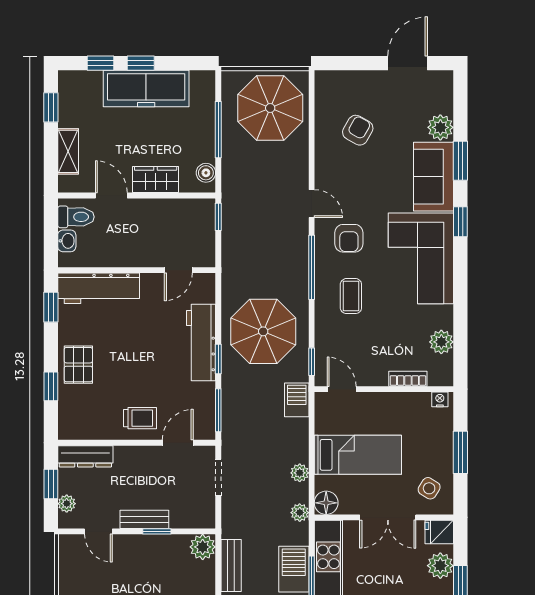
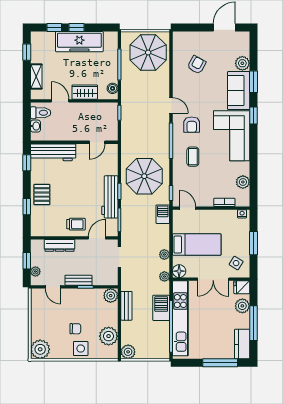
workbench: (201, 342) -> (110, 197), moved
dresser: (85, 456) -> (60, 245), moved

